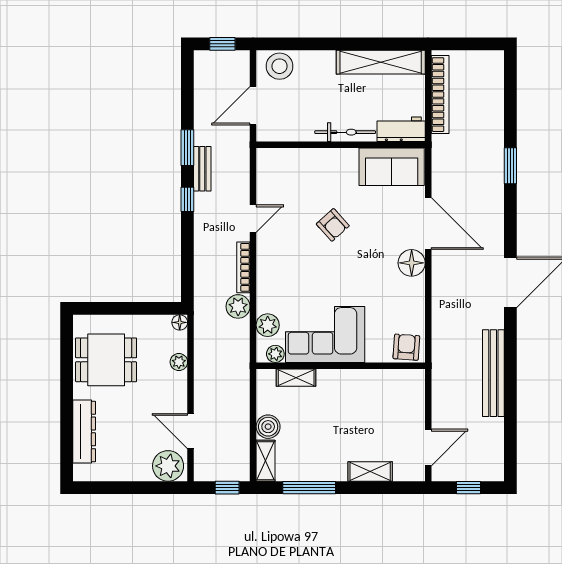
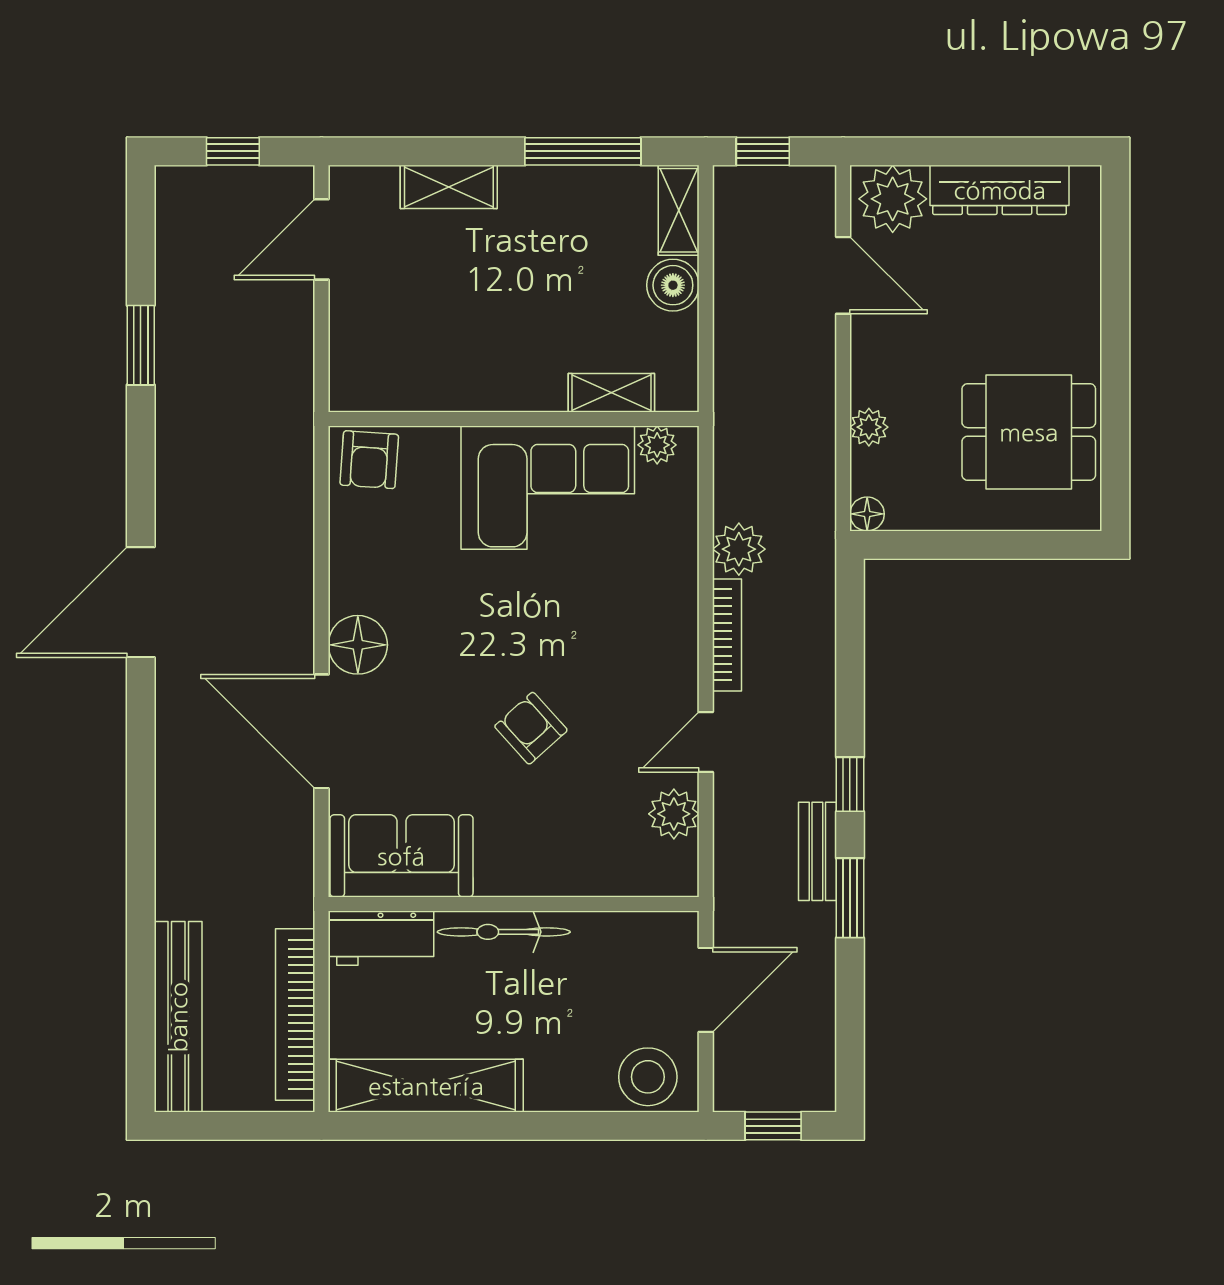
window: (510, 166) -> (141, 345), moved
plant: (268, 325) -> (674, 814), moved
bench: (493, 373) -> (178, 1017), moved
dresser: (84, 431) -> (1000, 190), moved, turned -90

